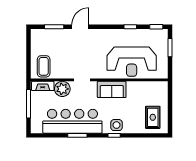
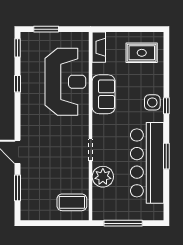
fireplace: (43, 86) -> (99, 47), moved
sofa: (112, 89) -> (104, 94), moved

